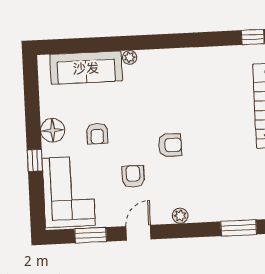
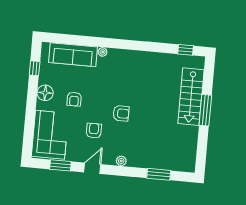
window: (35, 160) -> (35, 68), moved

